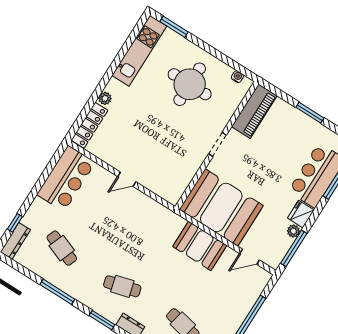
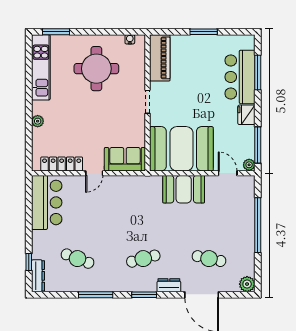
locker: (89, 125) -> (62, 164), moved, turned -90
sofa: (163, 184) -> (125, 159), added
plant: (293, 231) -> (249, 165), moved
door: (250, 257) -> (228, 173), swing flipped

